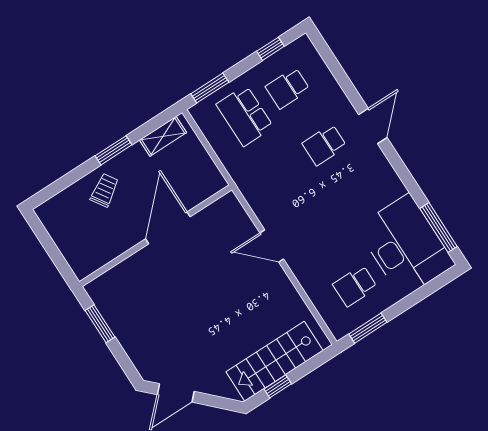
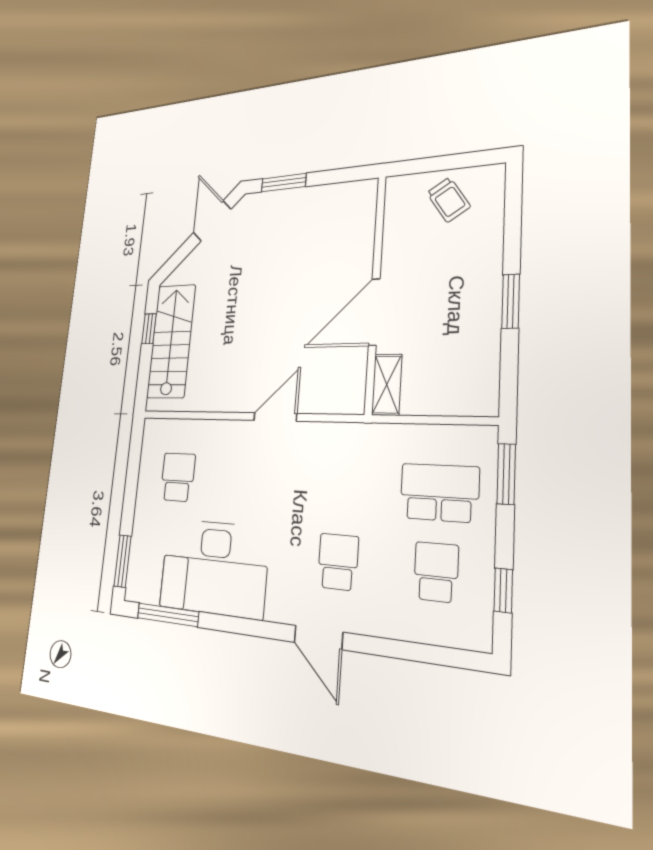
shelving: (163, 136) -> (387, 385), moved
trolley: (105, 190) -> (448, 200), moved
door: (168, 228) -> (374, 312), swing flipped
desk: (406, 246) -> (214, 568), moved
window: (100, 324) -> (284, 183), moved
window: (368, 328) -> (123, 561), moved

